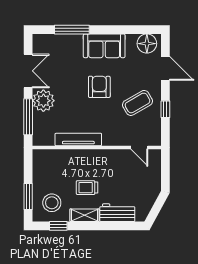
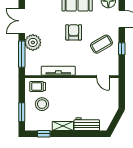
double door: (28, 71) -> (22, 21), swing flipped
trolley: (87, 188) -> (38, 87), moved
stool: (52, 203) -> (42, 104), moved

